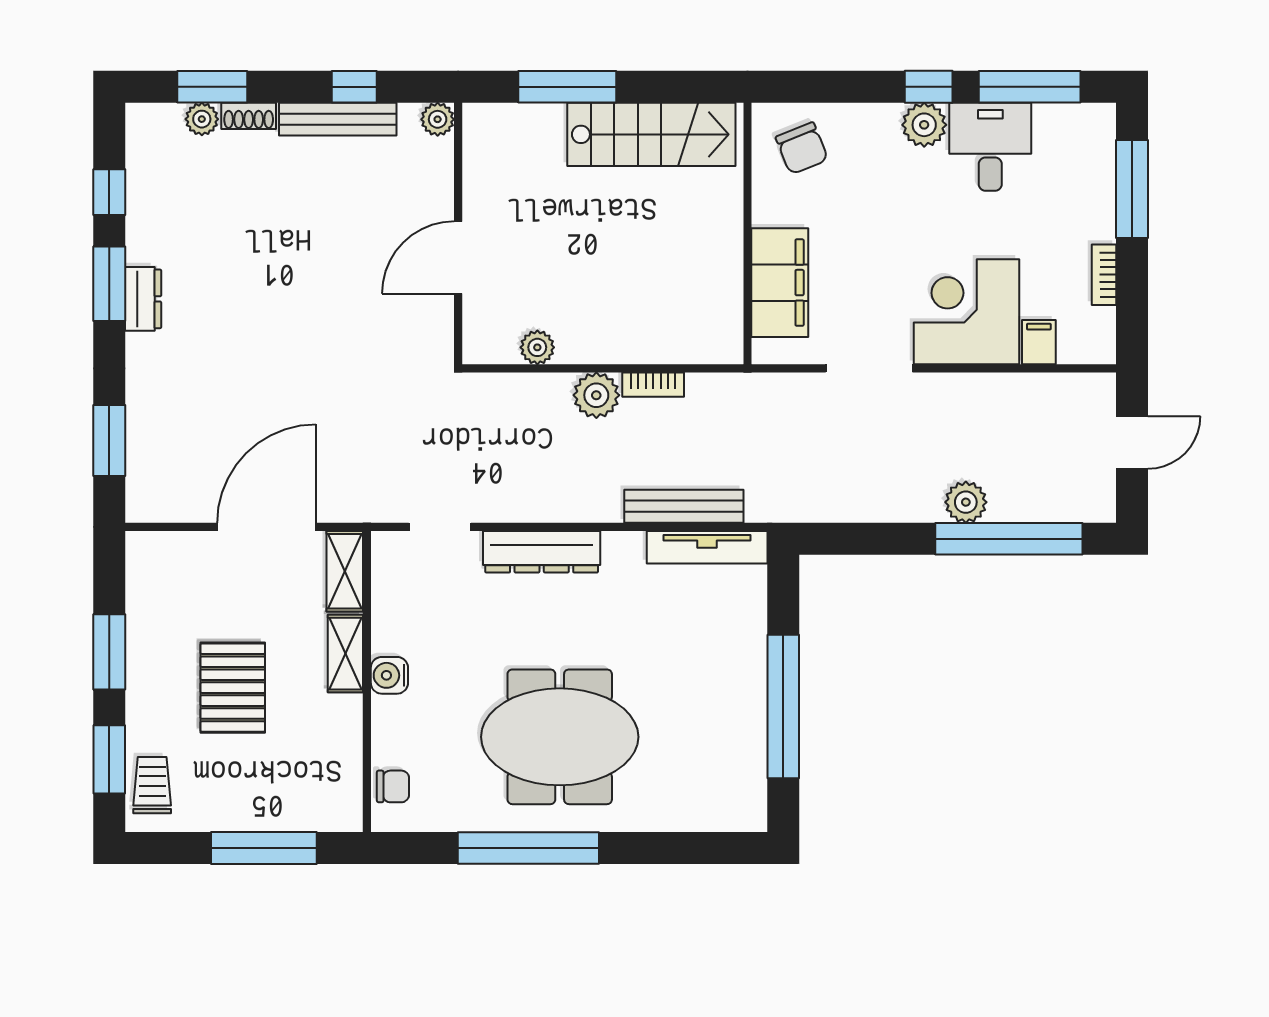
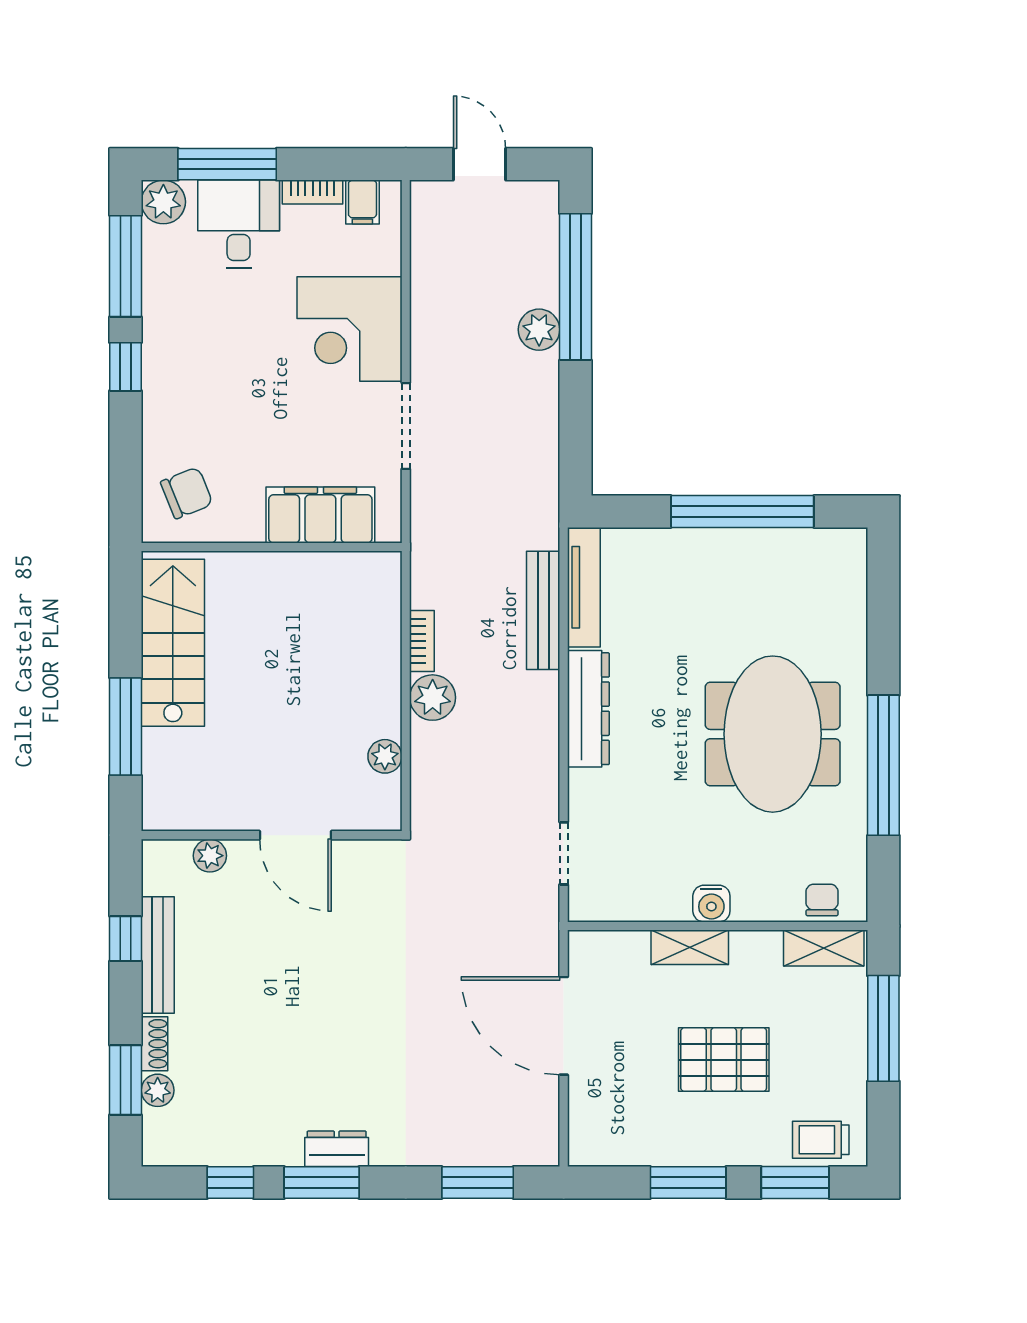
plant: (438, 119) -> (210, 856), moved
plant: (924, 125) -> (163, 202), moved
desk: (990, 147) -> (239, 224), moved, turned 90
filing cabinet: (1039, 342) -> (362, 202), moved, turned -90
dresser: (542, 552) -> (588, 709), moved
shelving: (345, 571) -> (824, 948), moved

